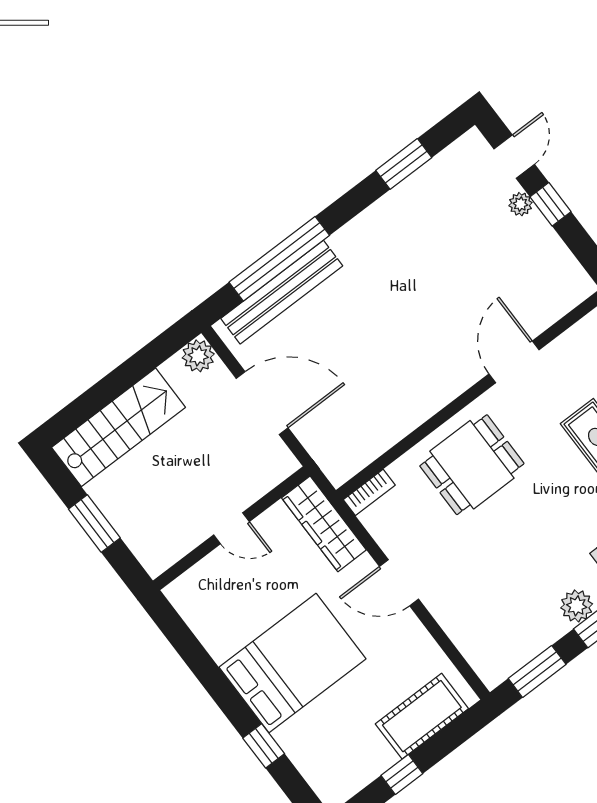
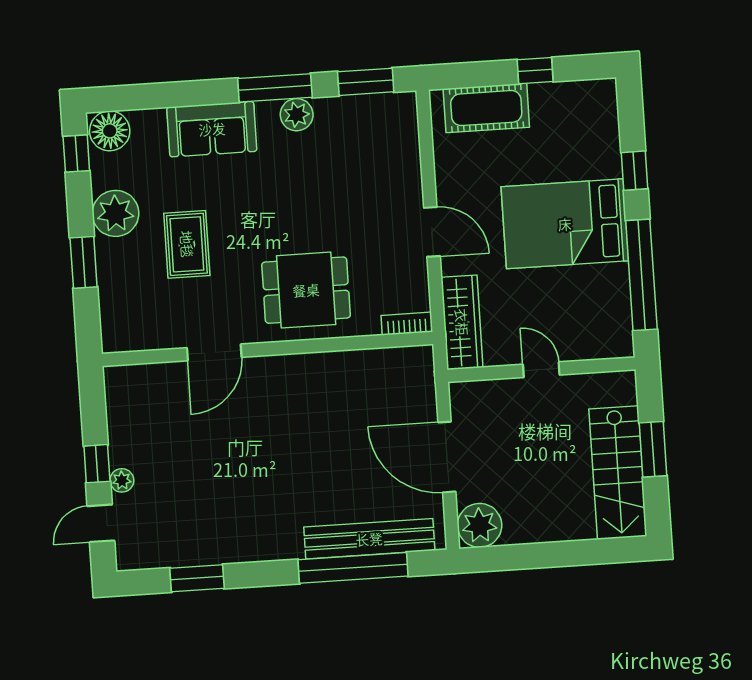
plant: (198, 356) -> (480, 525), width x1.36, depth x1.36
stairs: (118, 427) -> (618, 473), moved, turned -90
window: (200, 663) -> (641, 275), added

